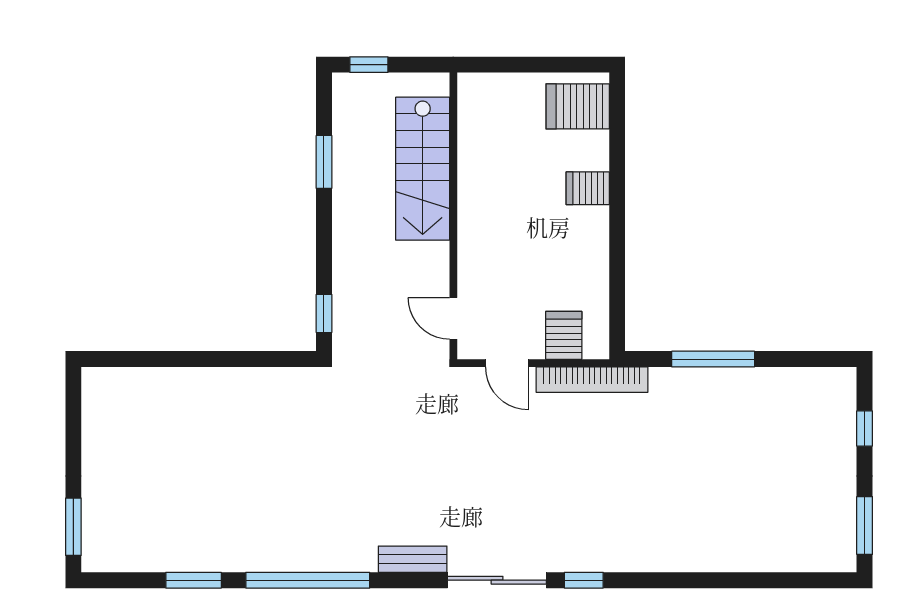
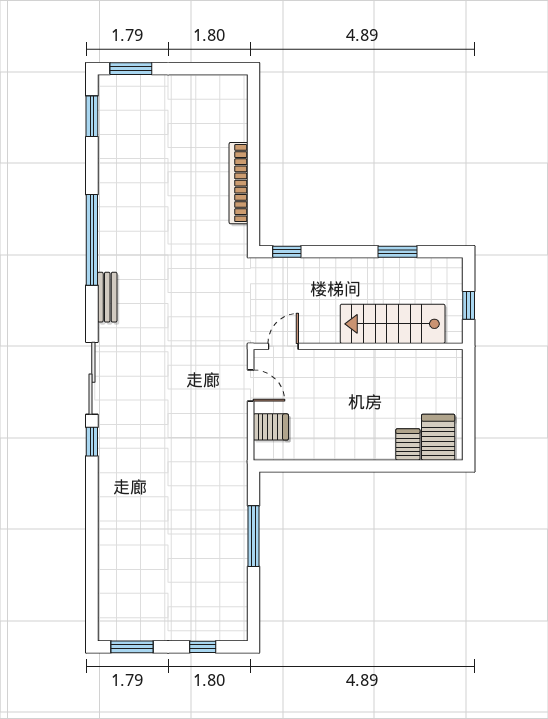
window: (369, 65) -> (469, 305), moved
server rack: (588, 188) -> (408, 444), moved
door: (507, 363) -> (251, 385), swing flipped
bookcase: (592, 380) -> (239, 183), moved
bench: (413, 559) -> (107, 297), moved
window: (194, 580) -> (92, 116), moved

